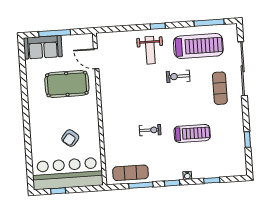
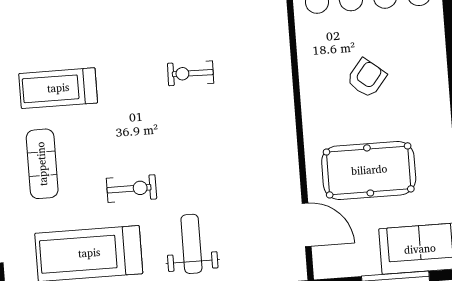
treadmill: (192, 133) -> (58, 88), moved
armchair: (70, 138) -> (367, 78), moved

